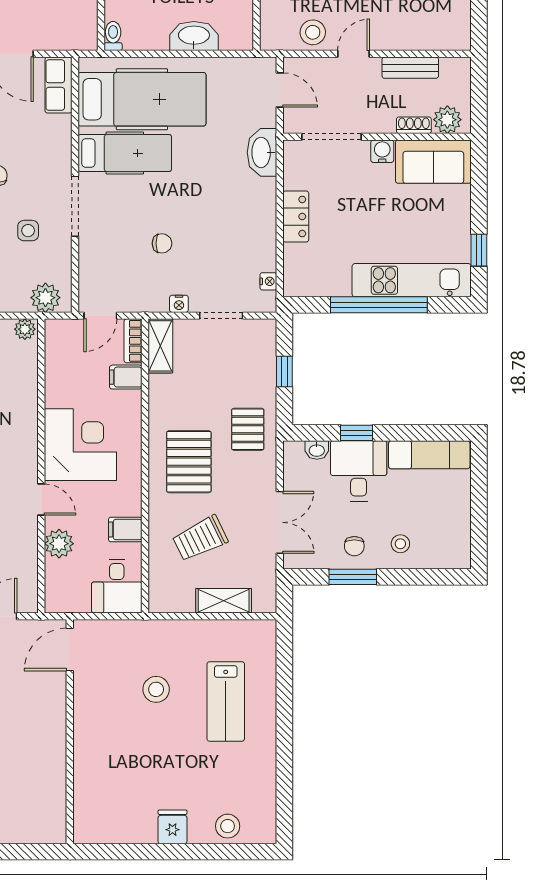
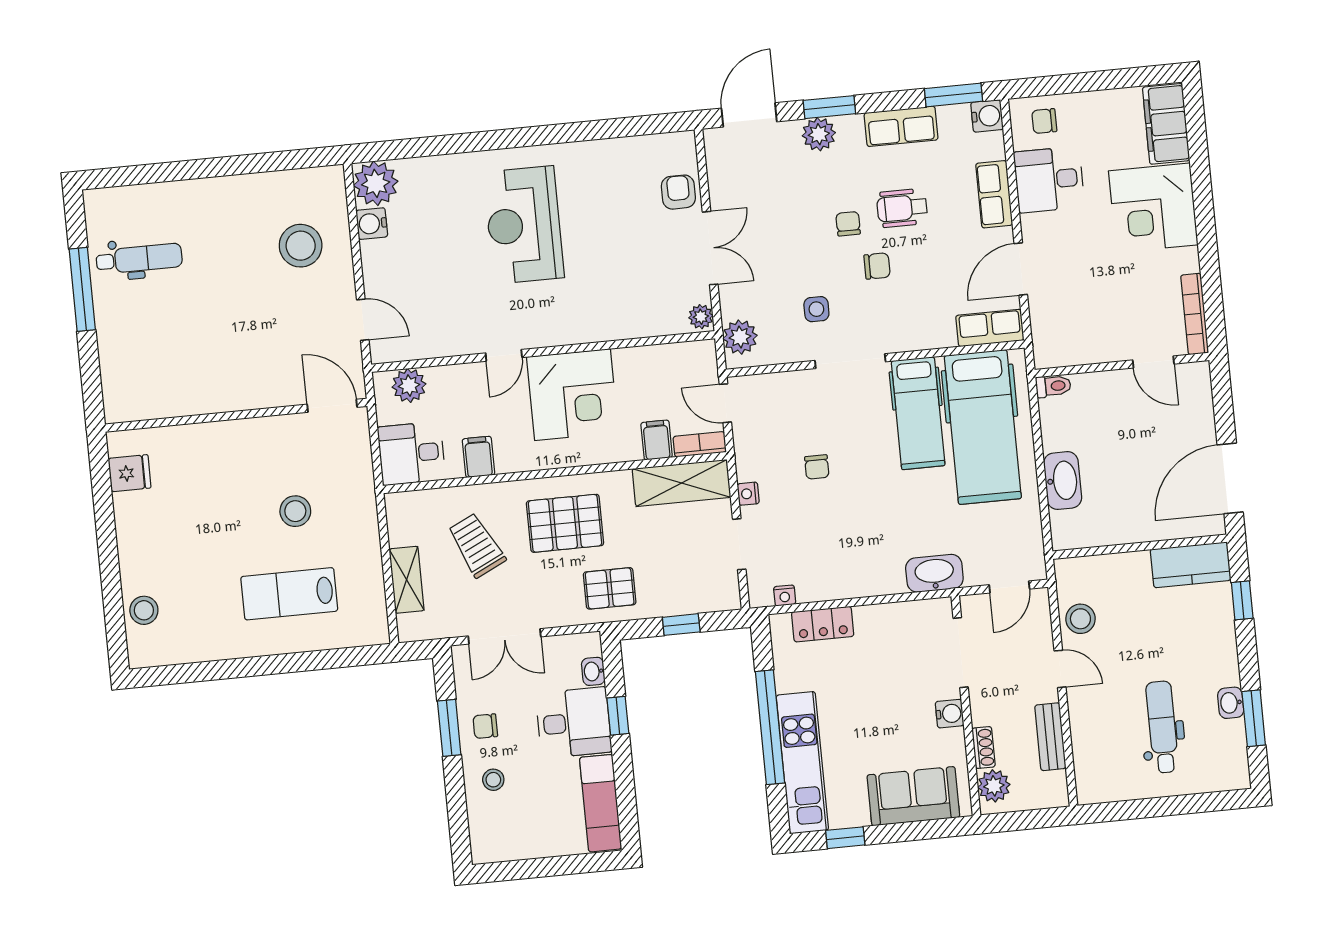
sofa: (433, 162) -> (913, 796), moved, turned 90
locker: (296, 216) -> (823, 624), moved
shelving: (160, 346) -> (681, 483), width x1.50, depth x1.33
plant: (59, 544) -> (409, 386), moved
fridge: (172, 827) -> (130, 473), moved

